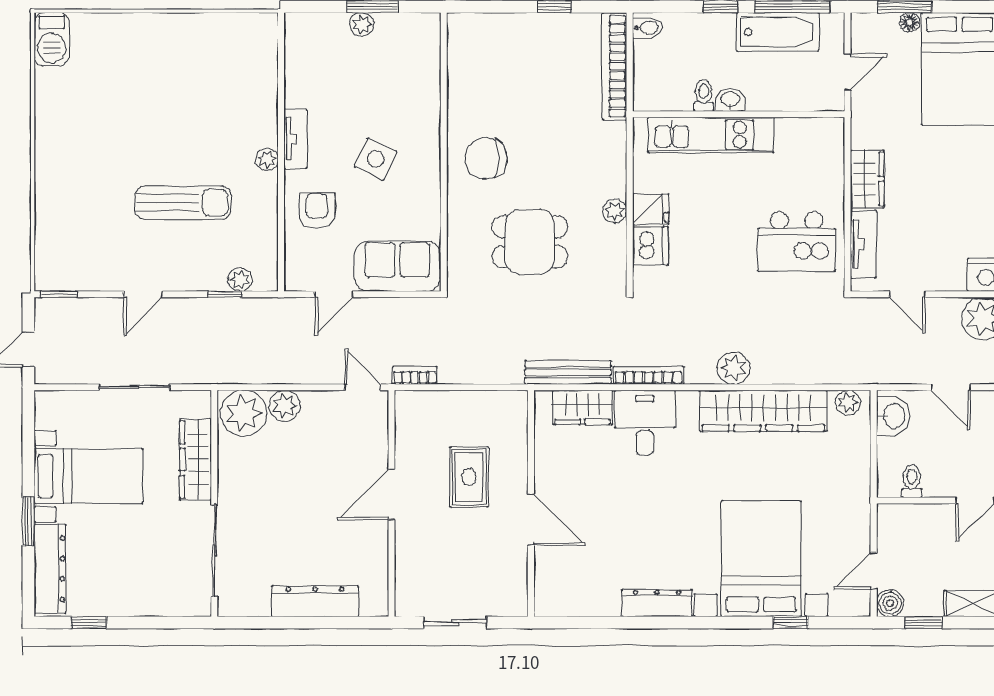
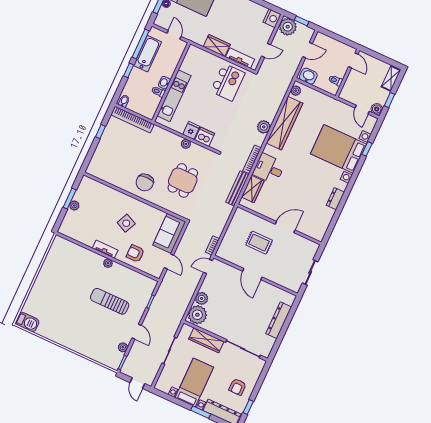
sun lounger: (183, 203) -> (110, 301), turned -90
plant: (240, 280) -> (123, 347), moved
armchair: (123, 578) -> (237, 387), added
dresser: (657, 603) -> (335, 199), width x0.70

